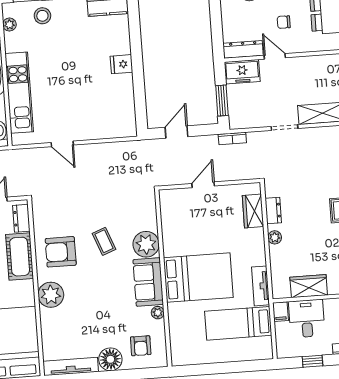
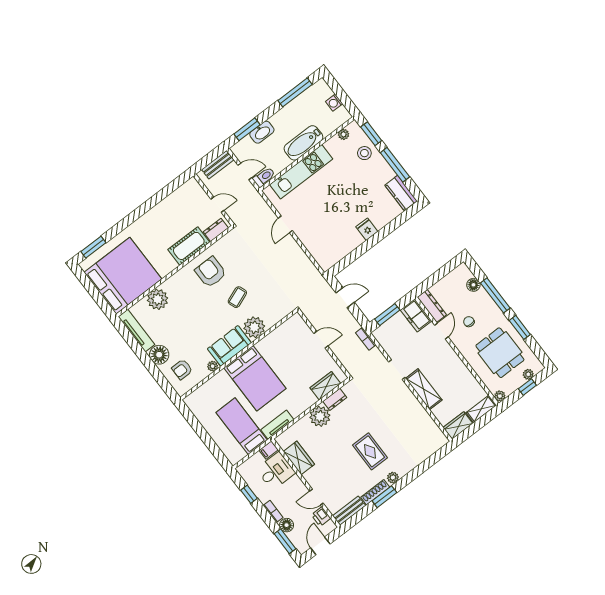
plant: (275, 237) -> (320, 416), width x1.88, depth x1.88
plant: (51, 295) -> (158, 299), moved

